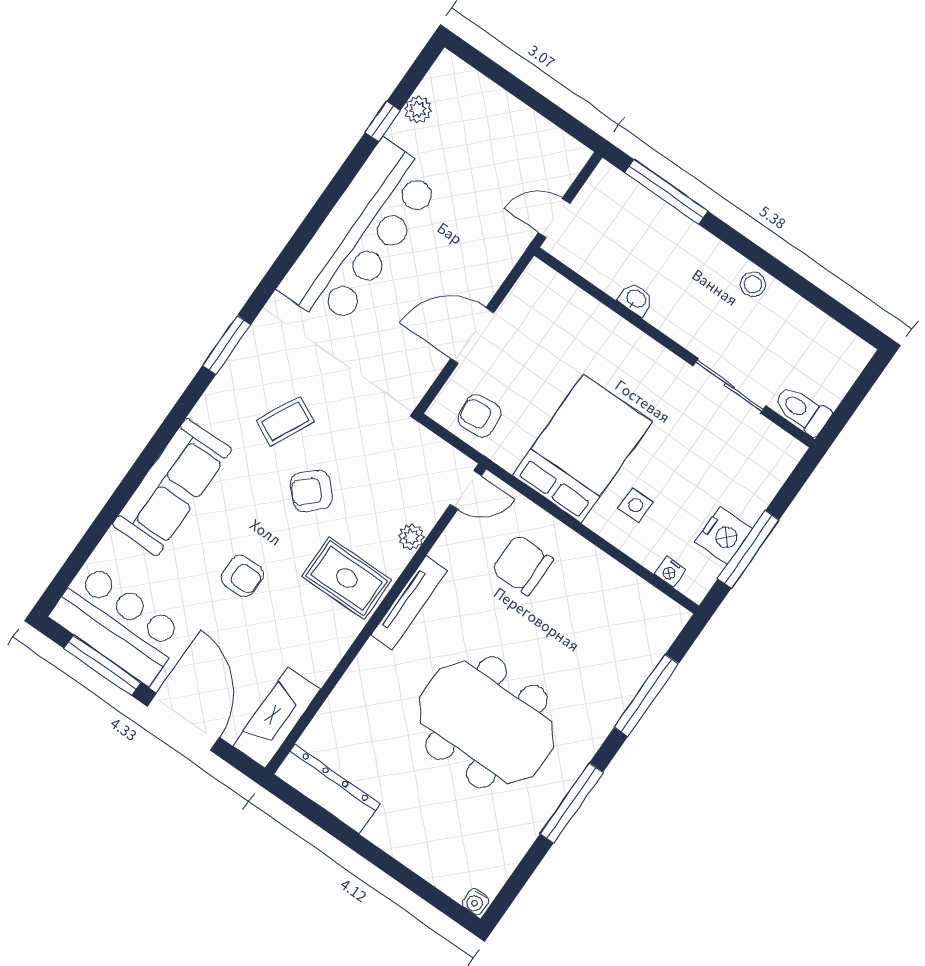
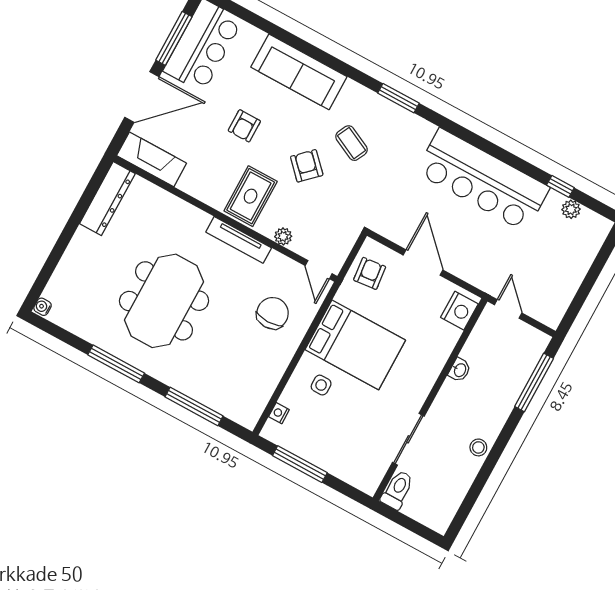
nightstand: (724, 535) -> (459, 311), moved, turned -90

